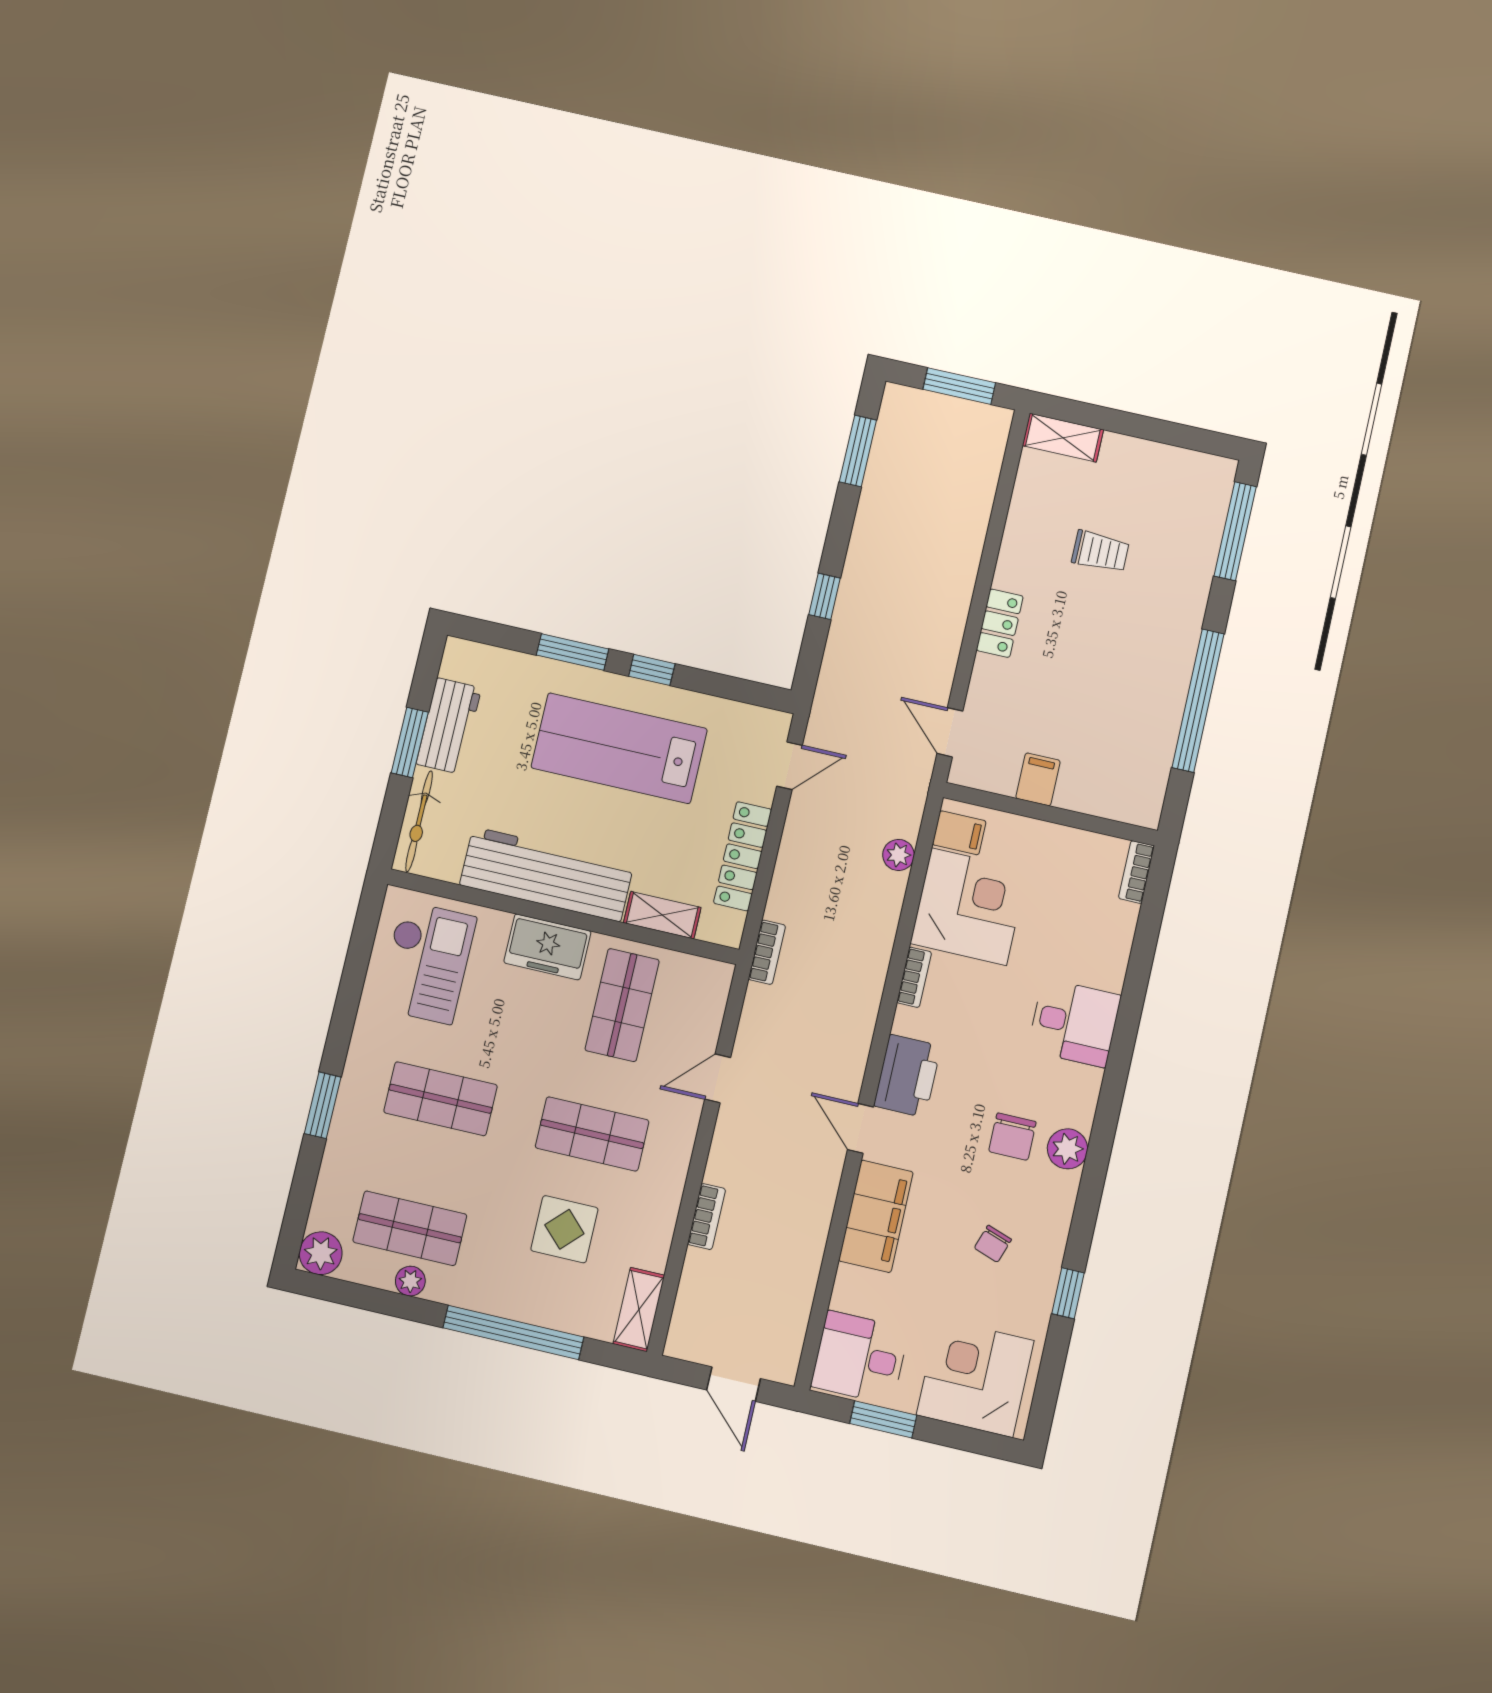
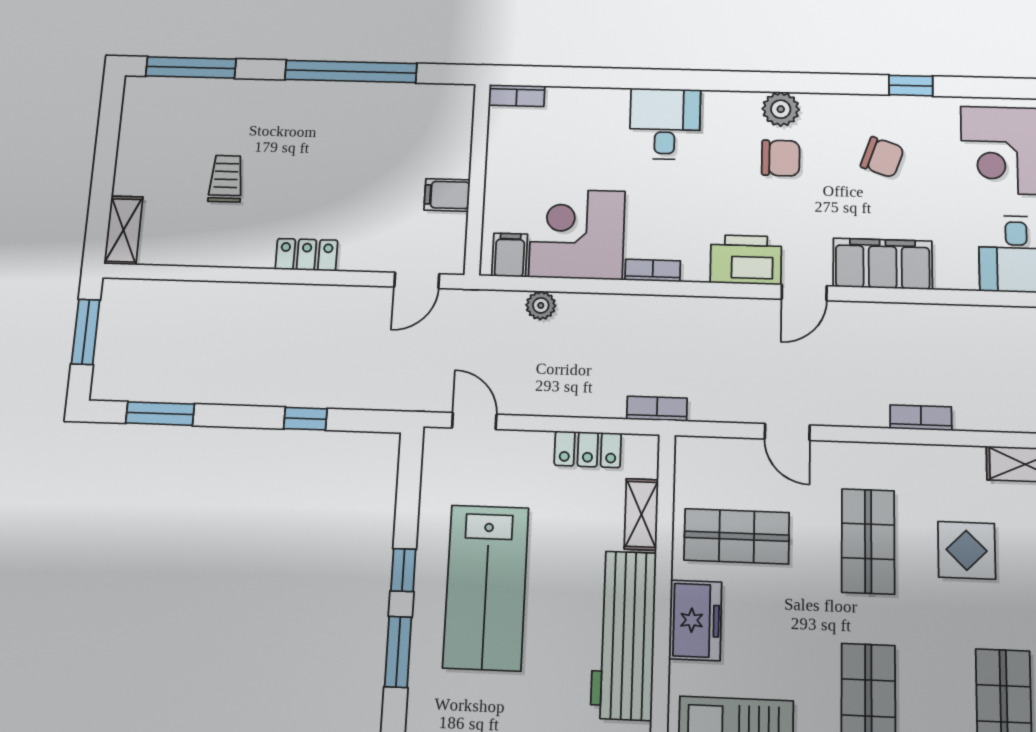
locker: (743, 856) -> (588, 449), width x0.66
chair: (993, 1244) -> (882, 157), width x1.37, depth x1.37

